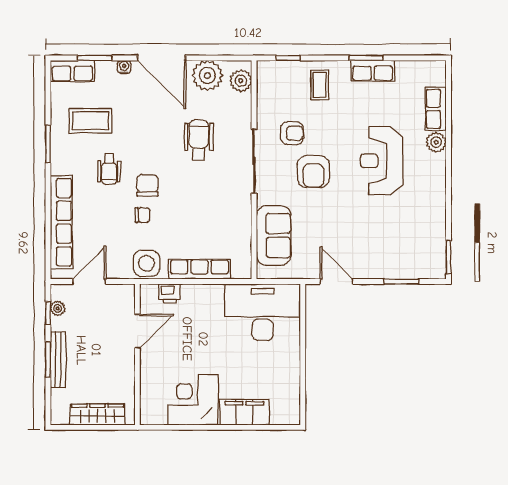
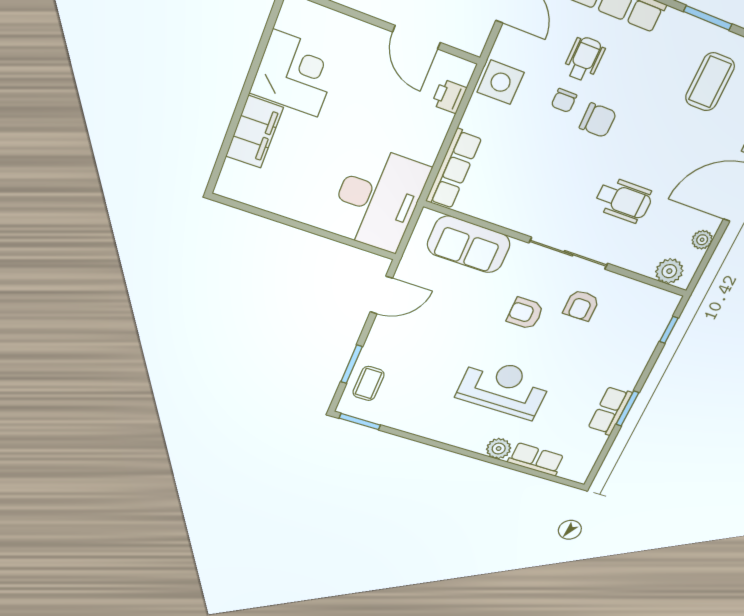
plant: (207, 76) -> (702, 240), width x0.53, depth x0.53
coffee table: (320, 85) -> (368, 383), moved, turned 90
wheelchair: (109, 169) -> (584, 59), moved, turned 90
armchair: (313, 172) -> (525, 313), width x0.72, depth x0.72
row of seats: (199, 269) -> (454, 169), moved

